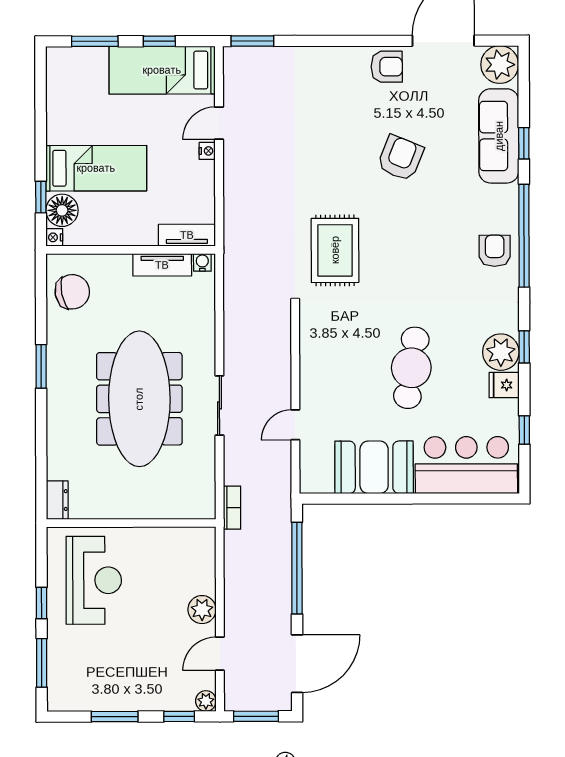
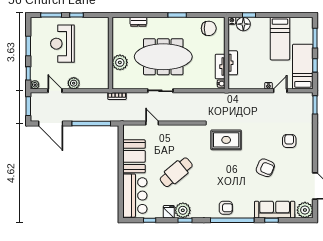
armchair: (387, 67) -> (289, 141), moved, turned 180
door: (219, 123) -> (280, 91), hinge flipped
bed: (96, 168) -> (280, 39), moved
tv unit: (187, 235) -> (233, 63), moved
chair: (72, 292) -> (209, 28), turned -79
cafe table: (411, 368) -> (176, 172), turned -48
dresser: (57, 500) -> (138, 22), moved
plant: (153, 501) -> (120, 62), added
reception desk: (94, 580) -> (62, 44), moved, turned 90

